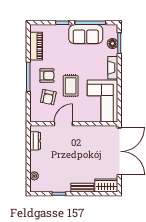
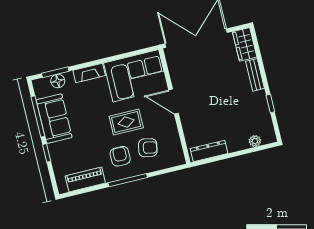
door: (63, 124) -> (173, 102), moved
dresser: (35, 141) -> (209, 151), width x1.44

